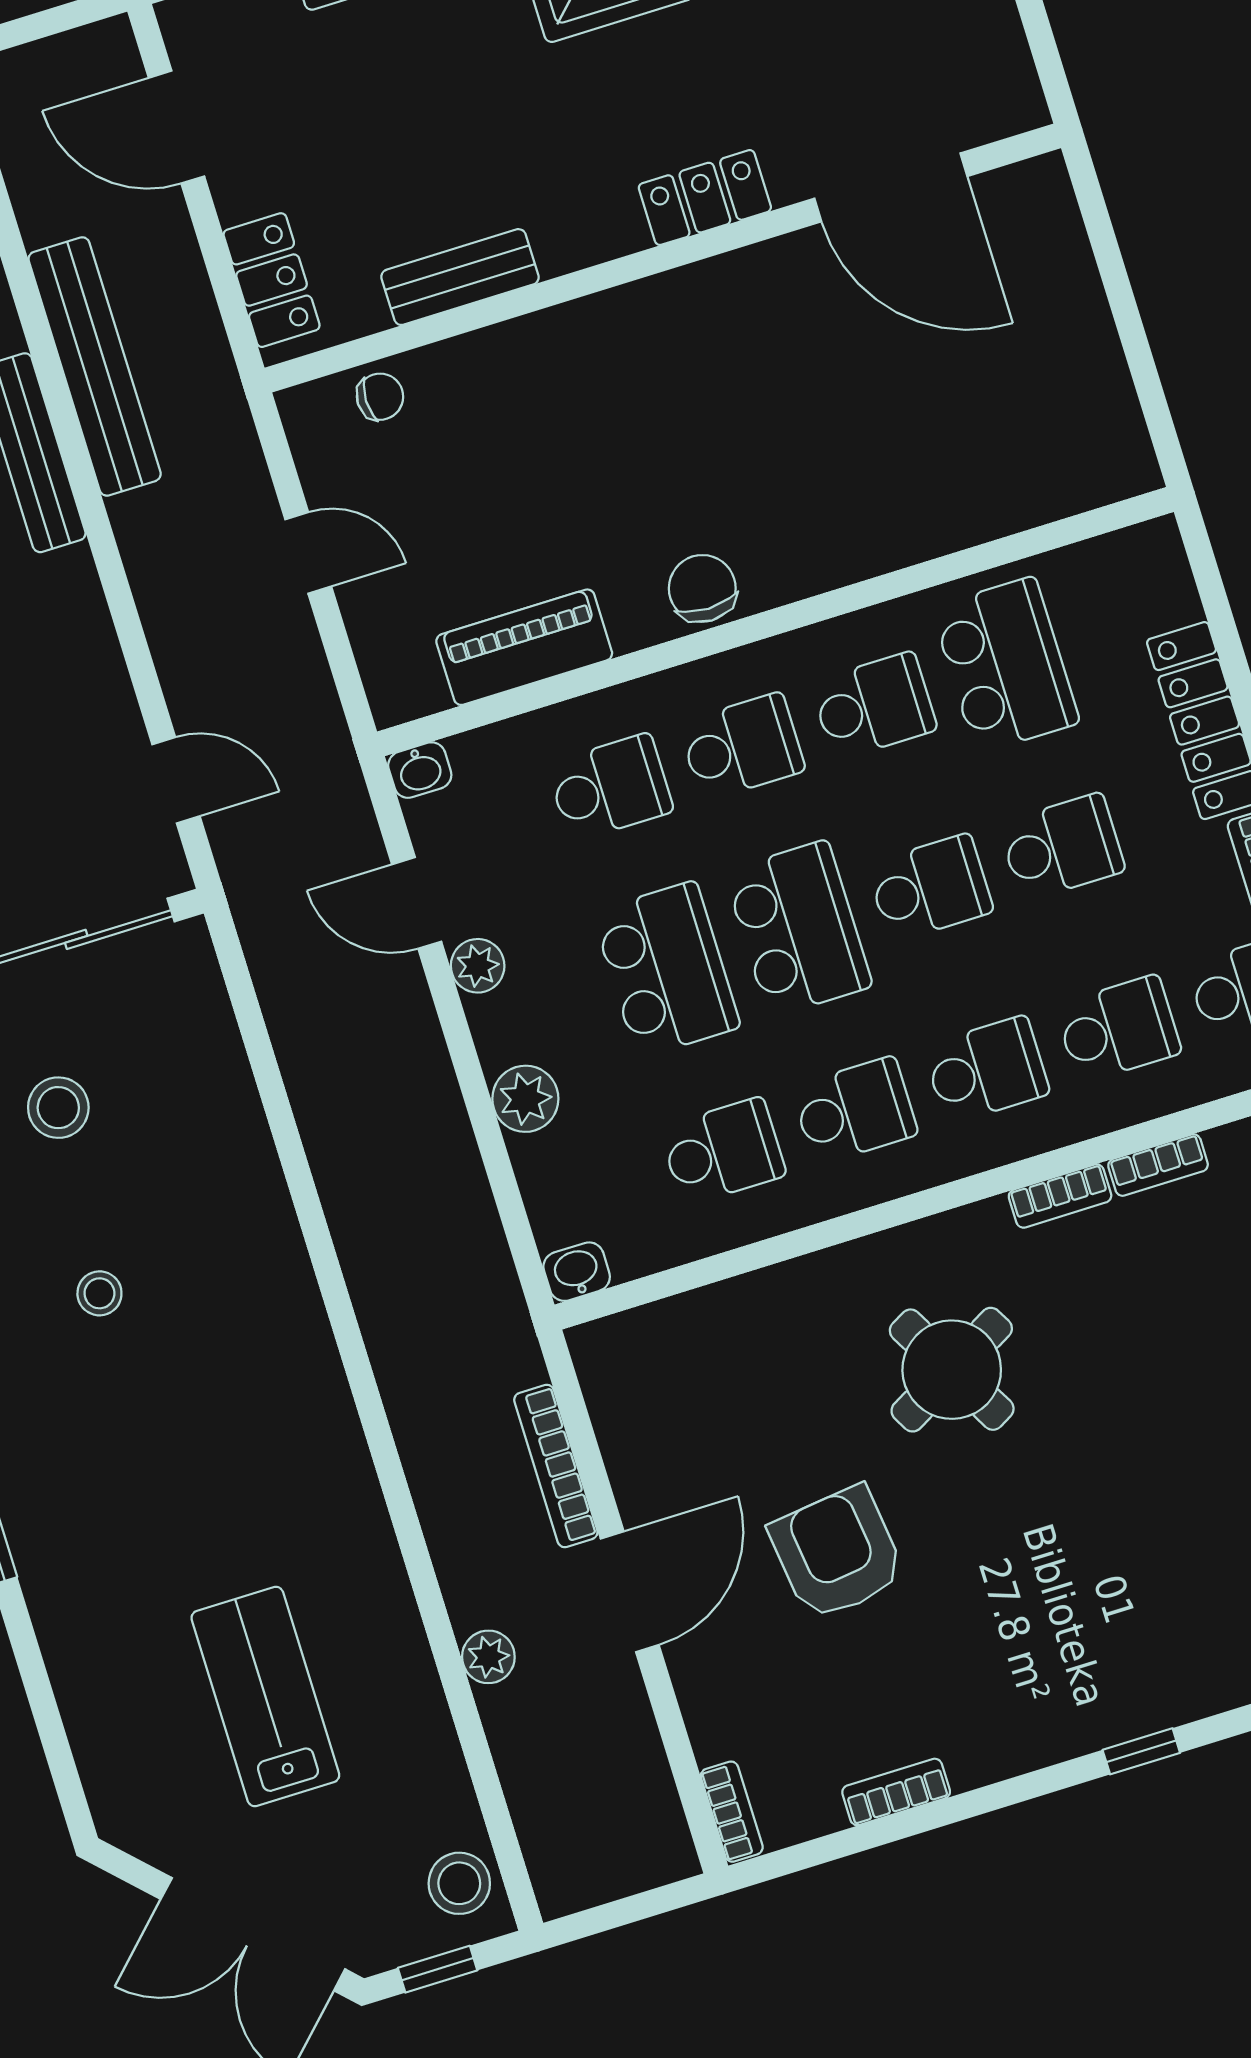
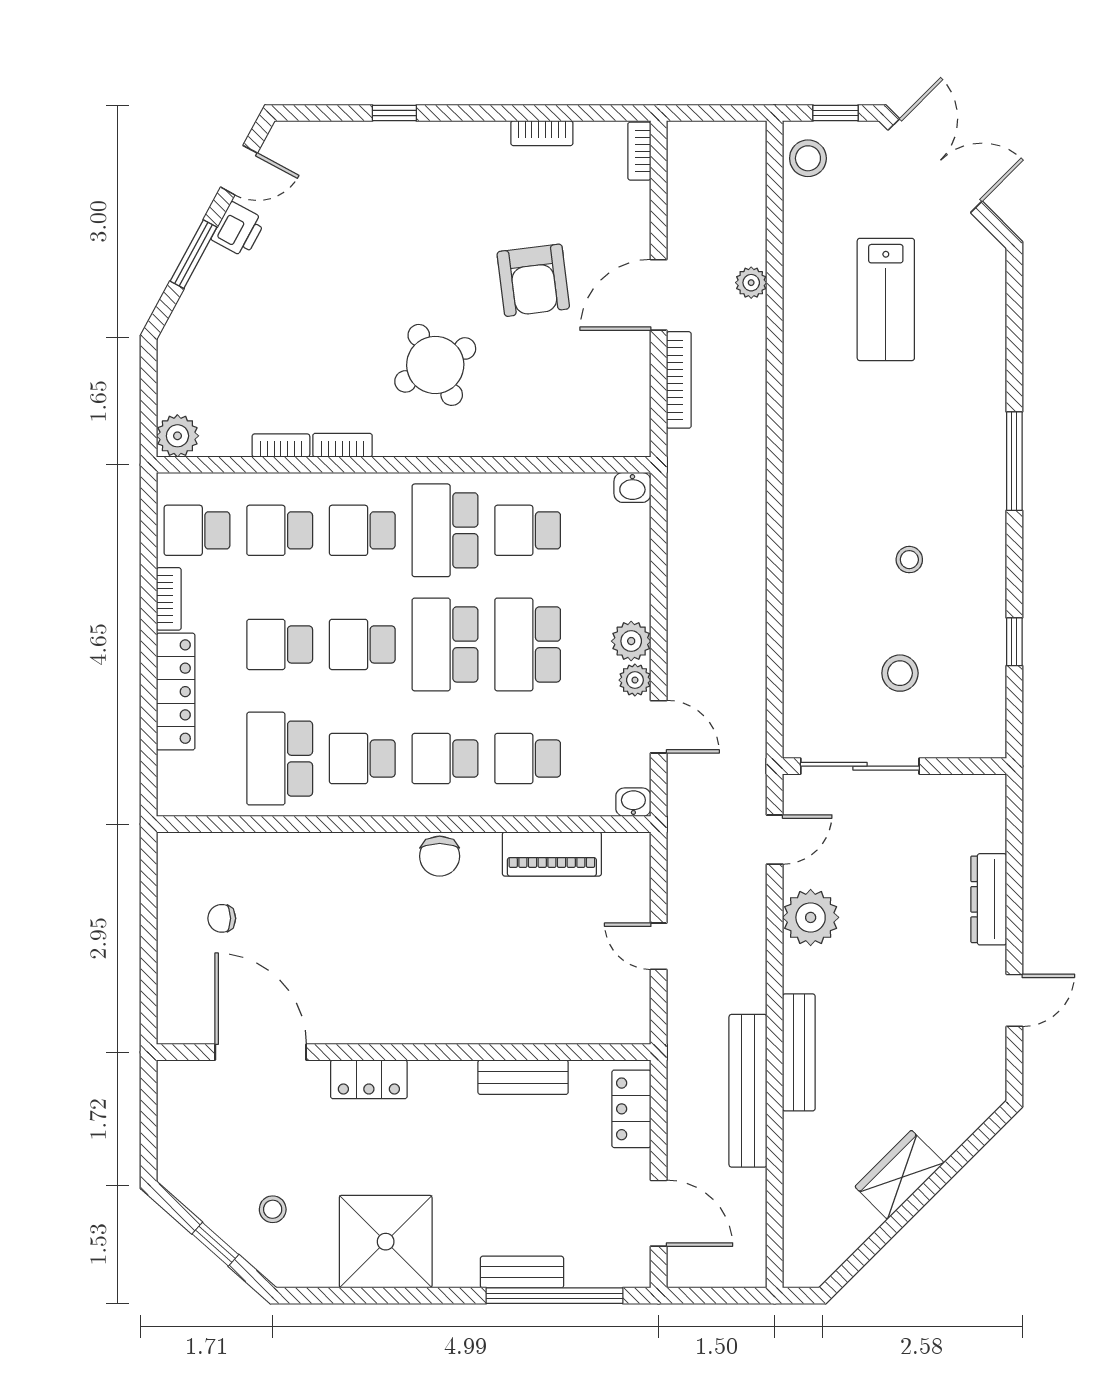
chair: (380, 397) -> (222, 918), moved
plant: (80, 674) -> (811, 917), added
door: (176, 780) -> (775, 840), swing flipped
plant: (525, 1099) -> (631, 641), moved
school desk: (855, 1111) -> (445, 530), width x1.85

